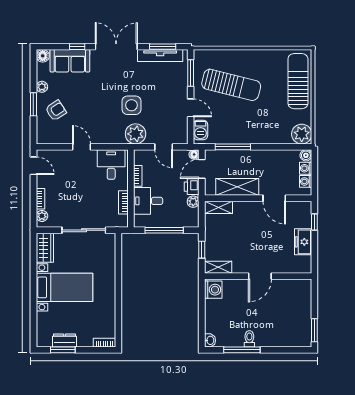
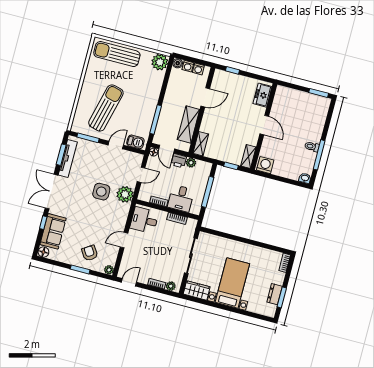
plant: (42, 87) -> (109, 270), moved
freezer: (303, 242) -> (262, 95), moved, turned 90

